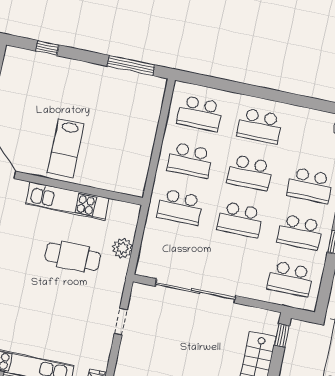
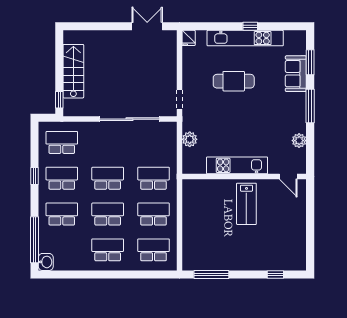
lab bench: (66, 148) -> (246, 204), turned 180
cafe table: (73, 257) -> (234, 81), moved
doorway: (121, 322) -> (180, 100), moved

